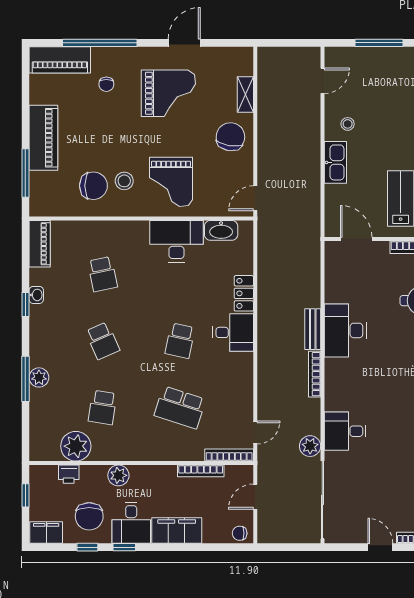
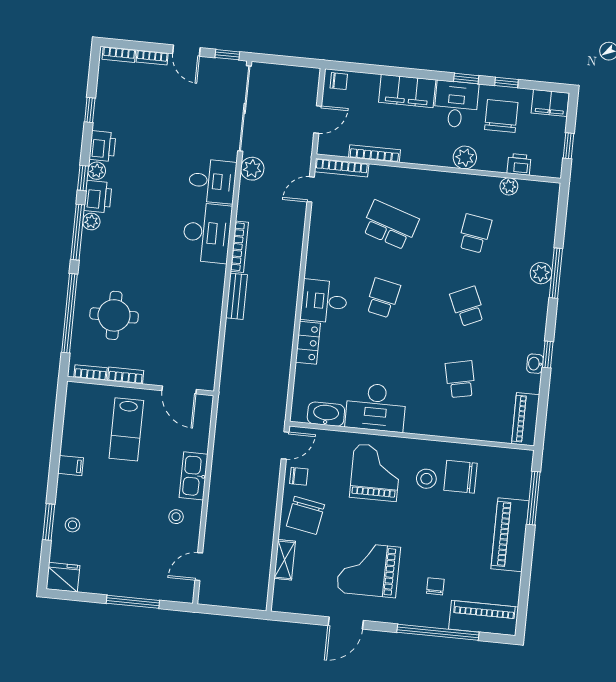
chair: (240, 172) -> (299, 476), added
desk: (345, 330) -> (207, 233), moved
plant: (76, 446) -> (509, 186), width x0.53, depth x0.53
window: (343, 547) -> (227, 55), added

